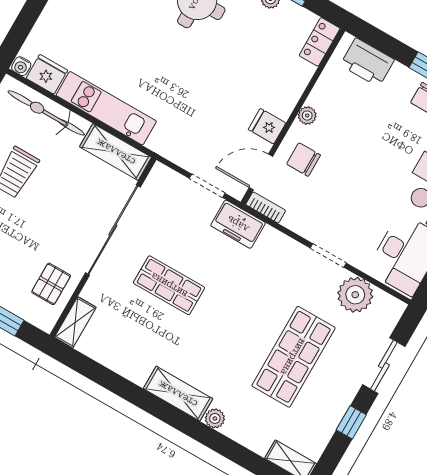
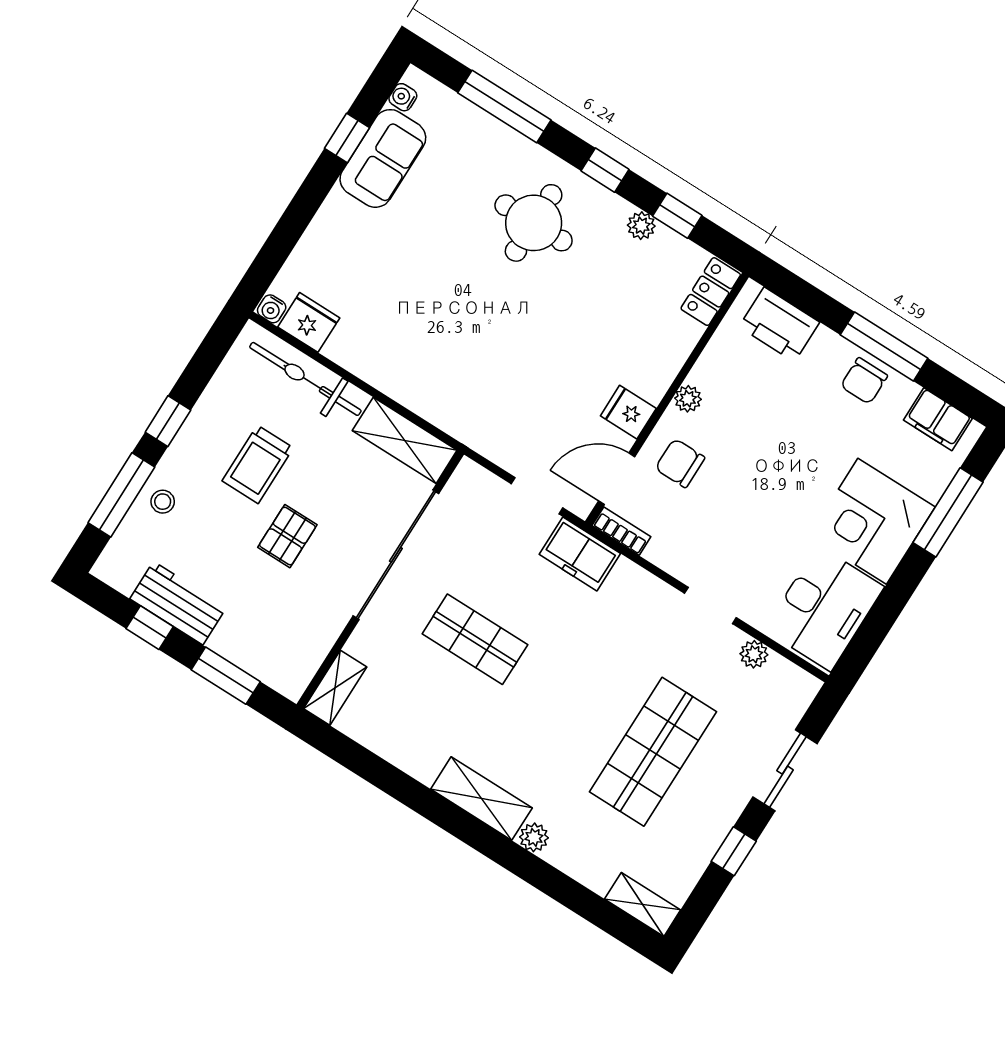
kitchen unit: (106, 108) -> (394, 376), removed
pallet: (51, 284) -> (287, 536), moved
plant: (355, 295) -> (754, 654), width x0.53, depth x0.53

